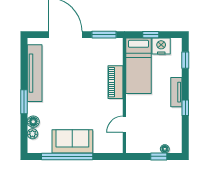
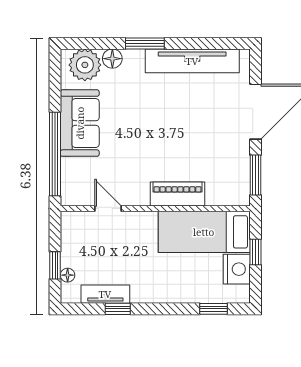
tv unit: (176, 92) -> (105, 294), moved
window: (185, 108) -> (118, 309), moved
plant: (32, 134) -> (85, 65), width x1.87, depth x1.87
window: (67, 156) -> (55, 154), moved

